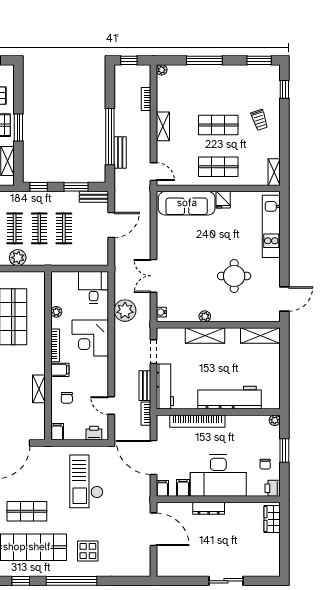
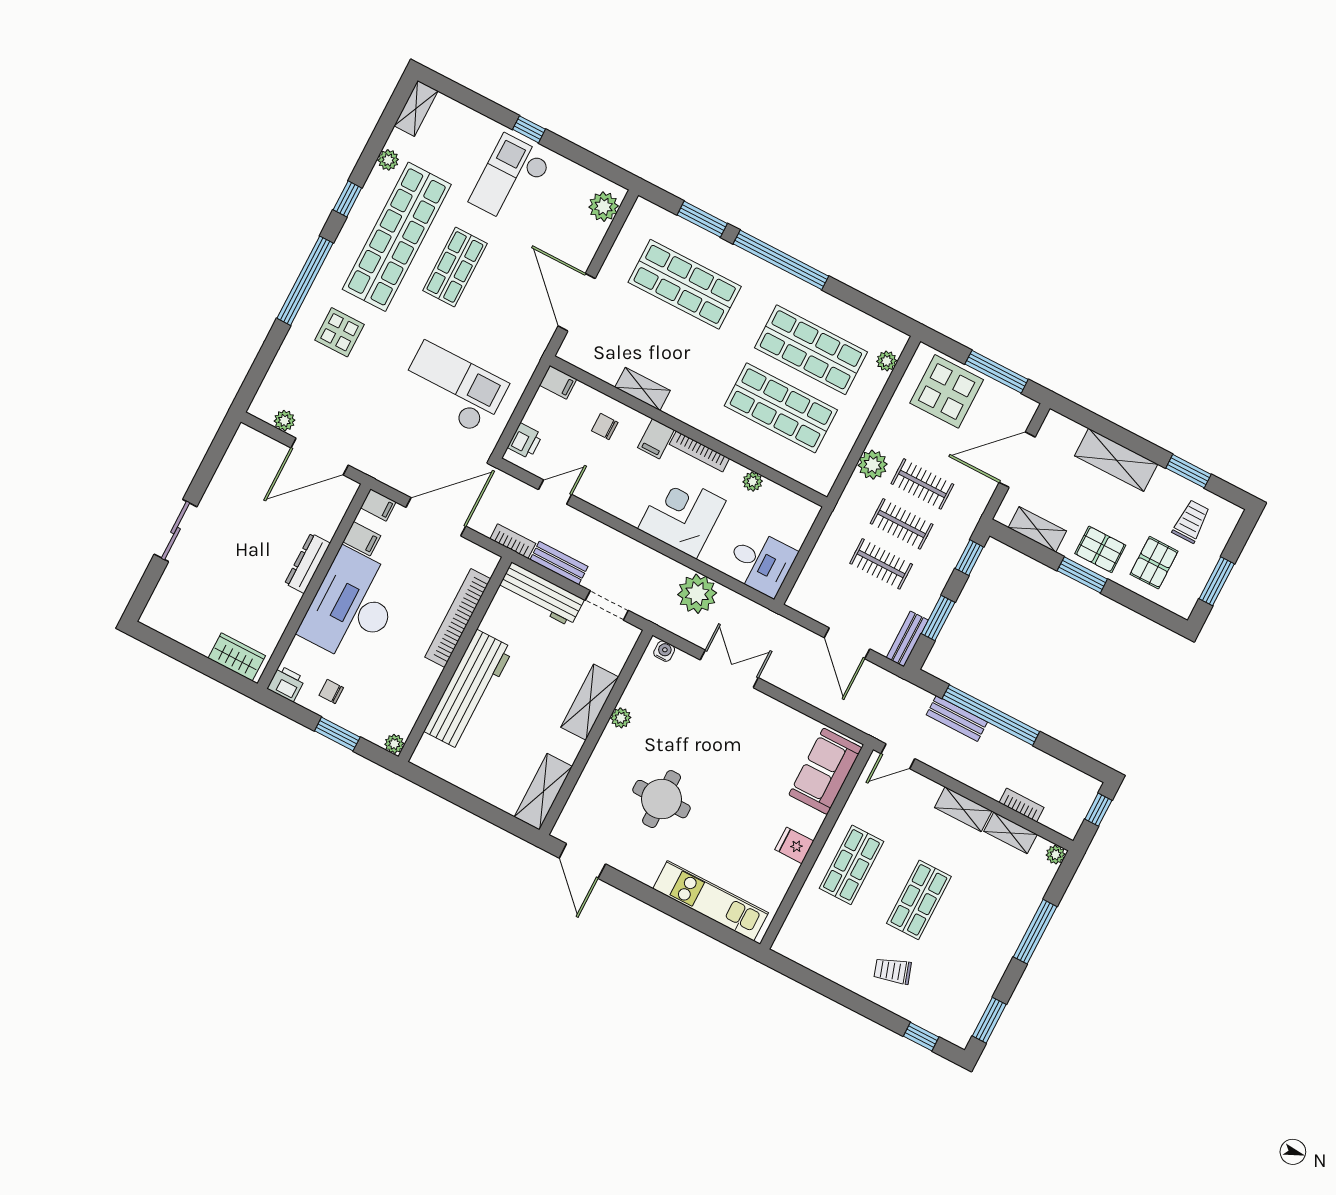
shelving: (274, 172) -> (1010, 833), moved
sofa: (187, 203) -> (825, 771), width x0.73
plant: (145, 556) -> (284, 421), added

